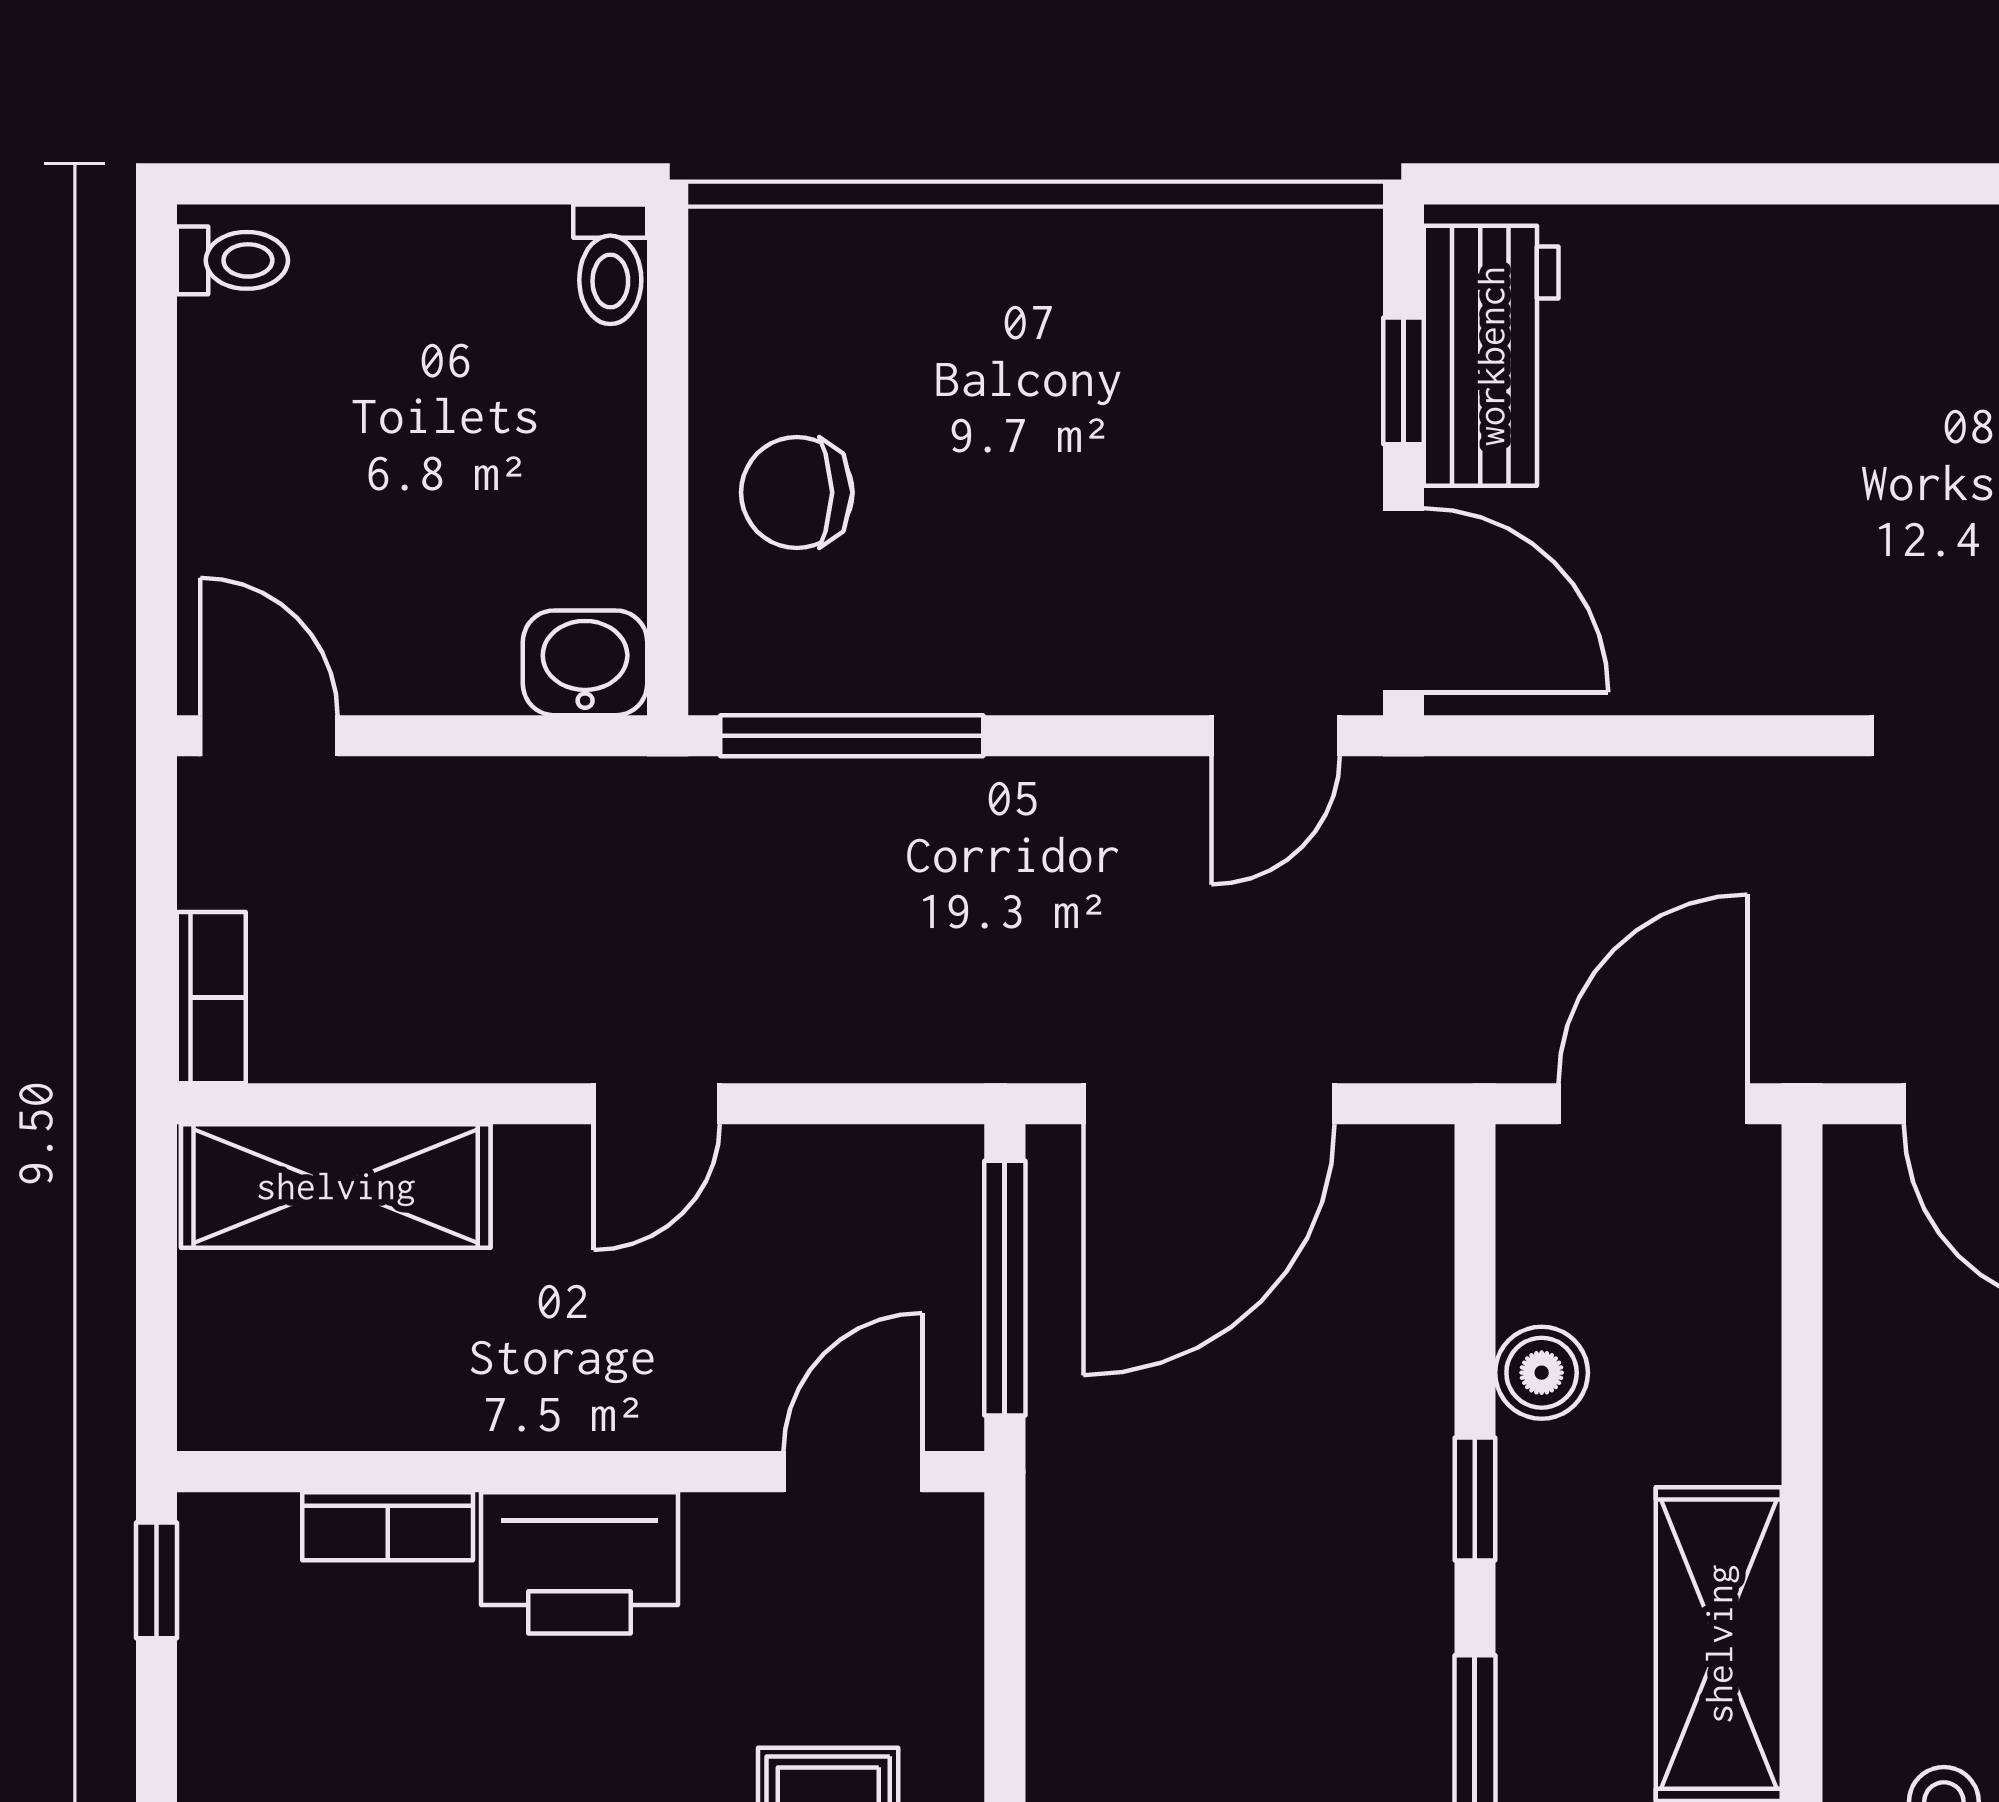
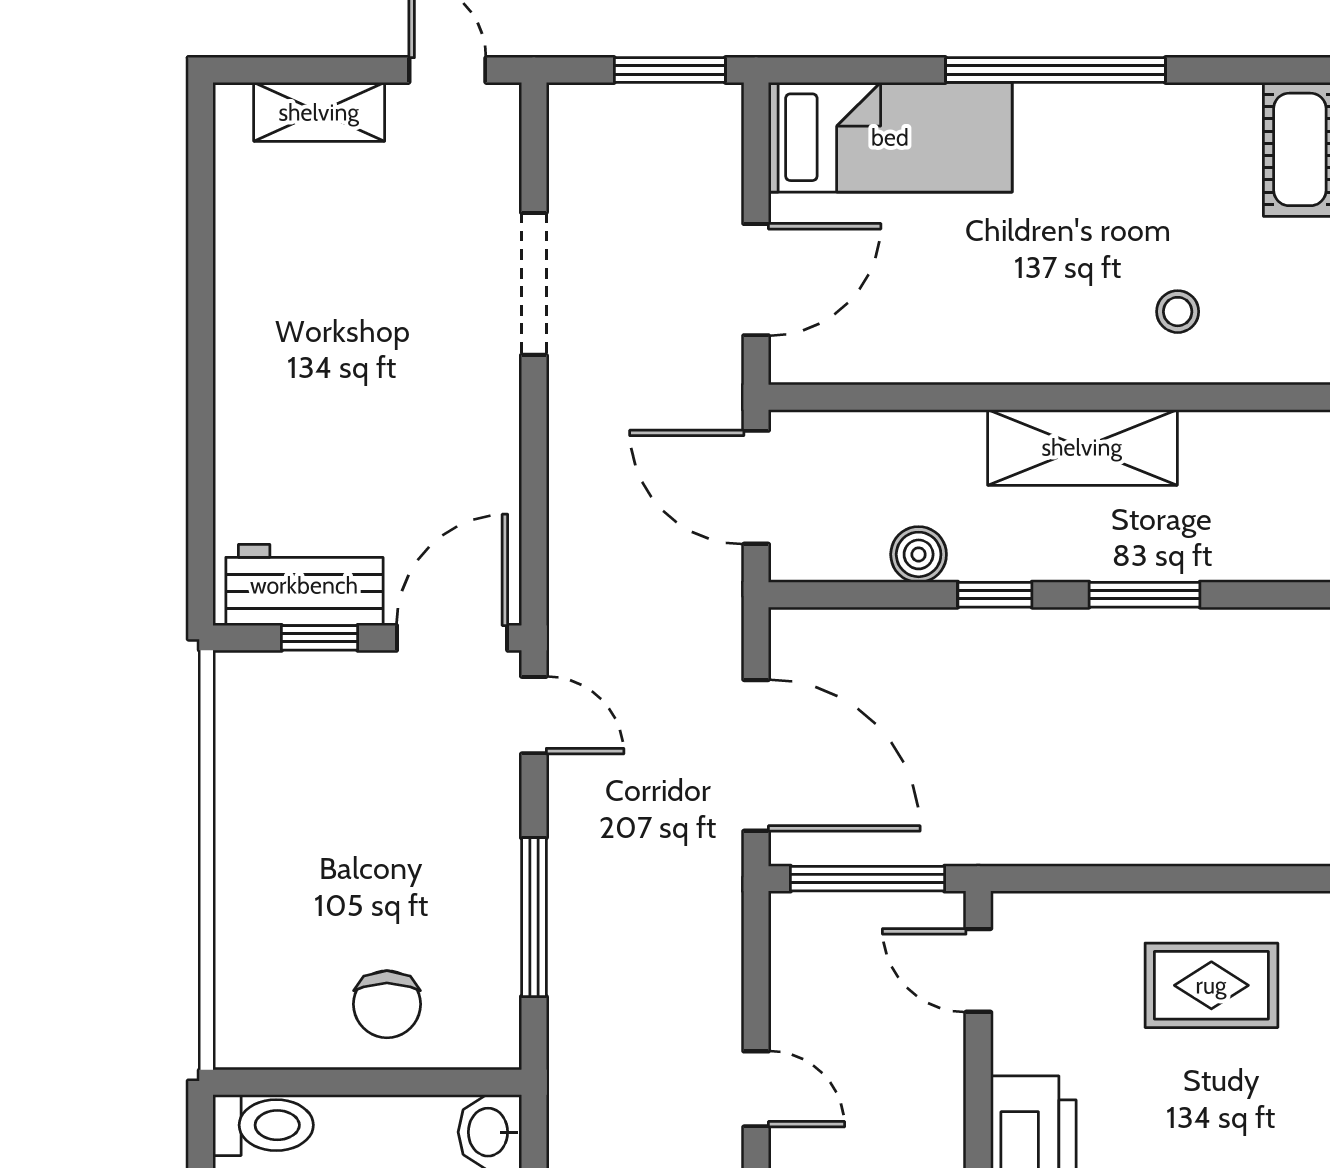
toilet: (610, 264) -> (263, 1125), width x1.37, depth x1.39
window: (852, 736) -> (534, 917), moved

